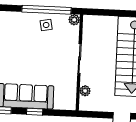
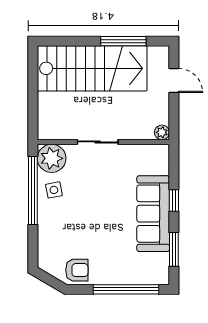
plant: (74, 20) -> (52, 158), width x1.87, depth x1.87
plant: (85, 91) -> (162, 132), moved

